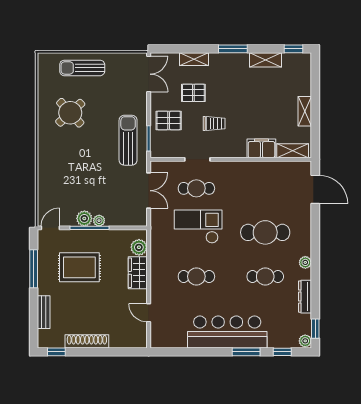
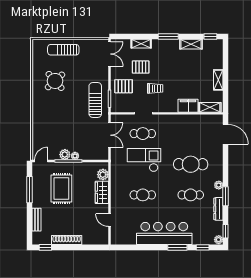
rug: (79, 267) -> (61, 188), turned 90
window: (315, 279) -> (226, 196), added

